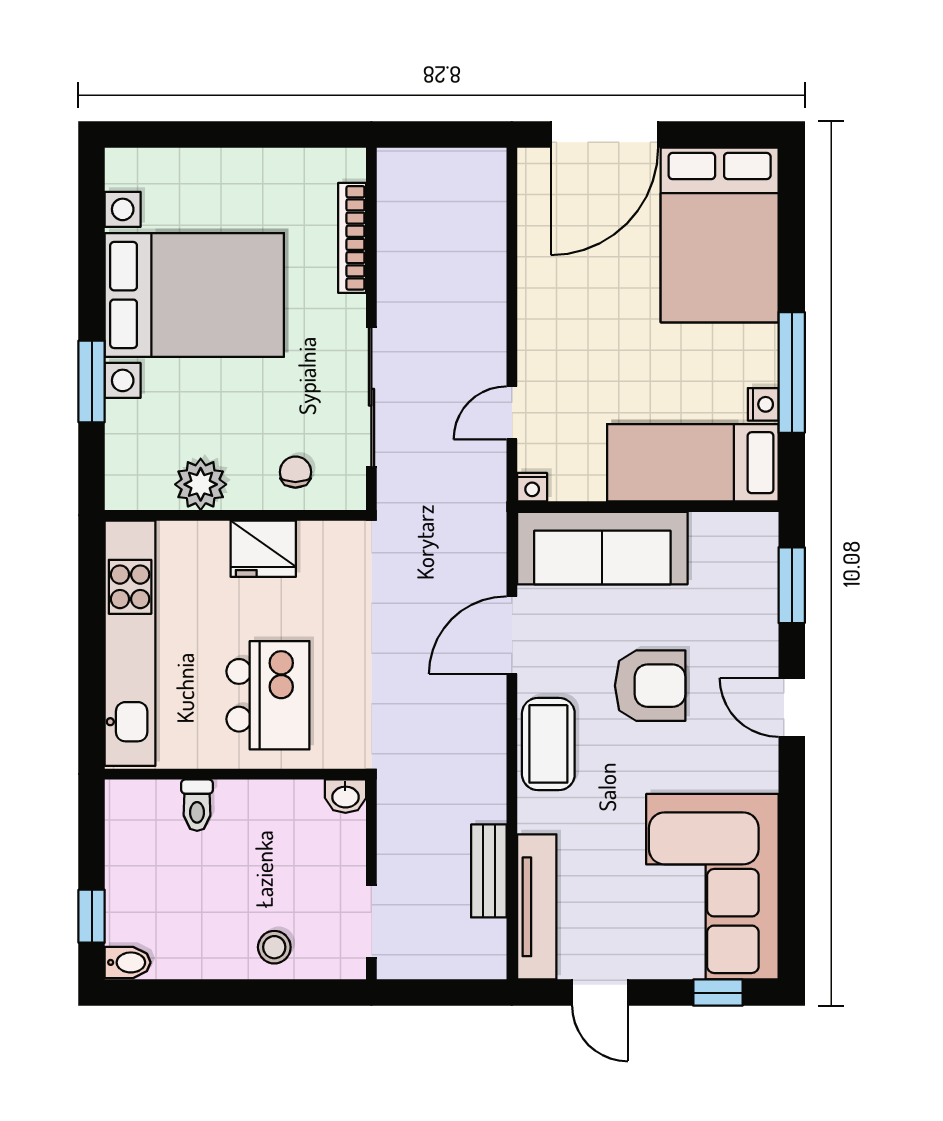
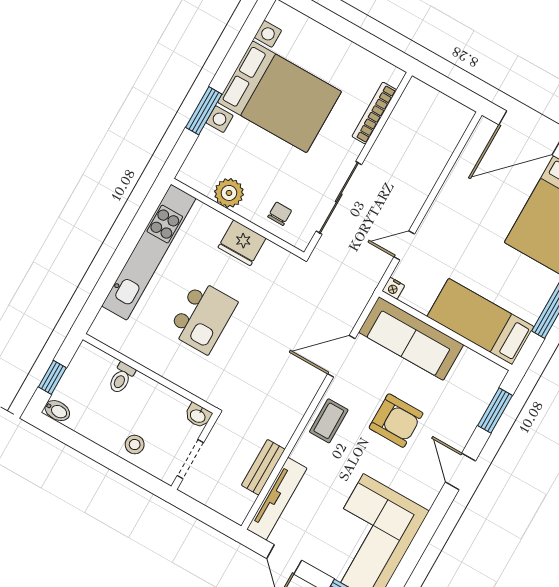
nightstand: (763, 404) -> (532, 312), removed
coffee table: (548, 744) -> (329, 421), width x0.73, depth x0.77
wall: (235, 774) -> (149, 373), moved
washbasin: (345, 796) -> (198, 416), moved
toilet: (197, 805) -> (121, 378), moved

